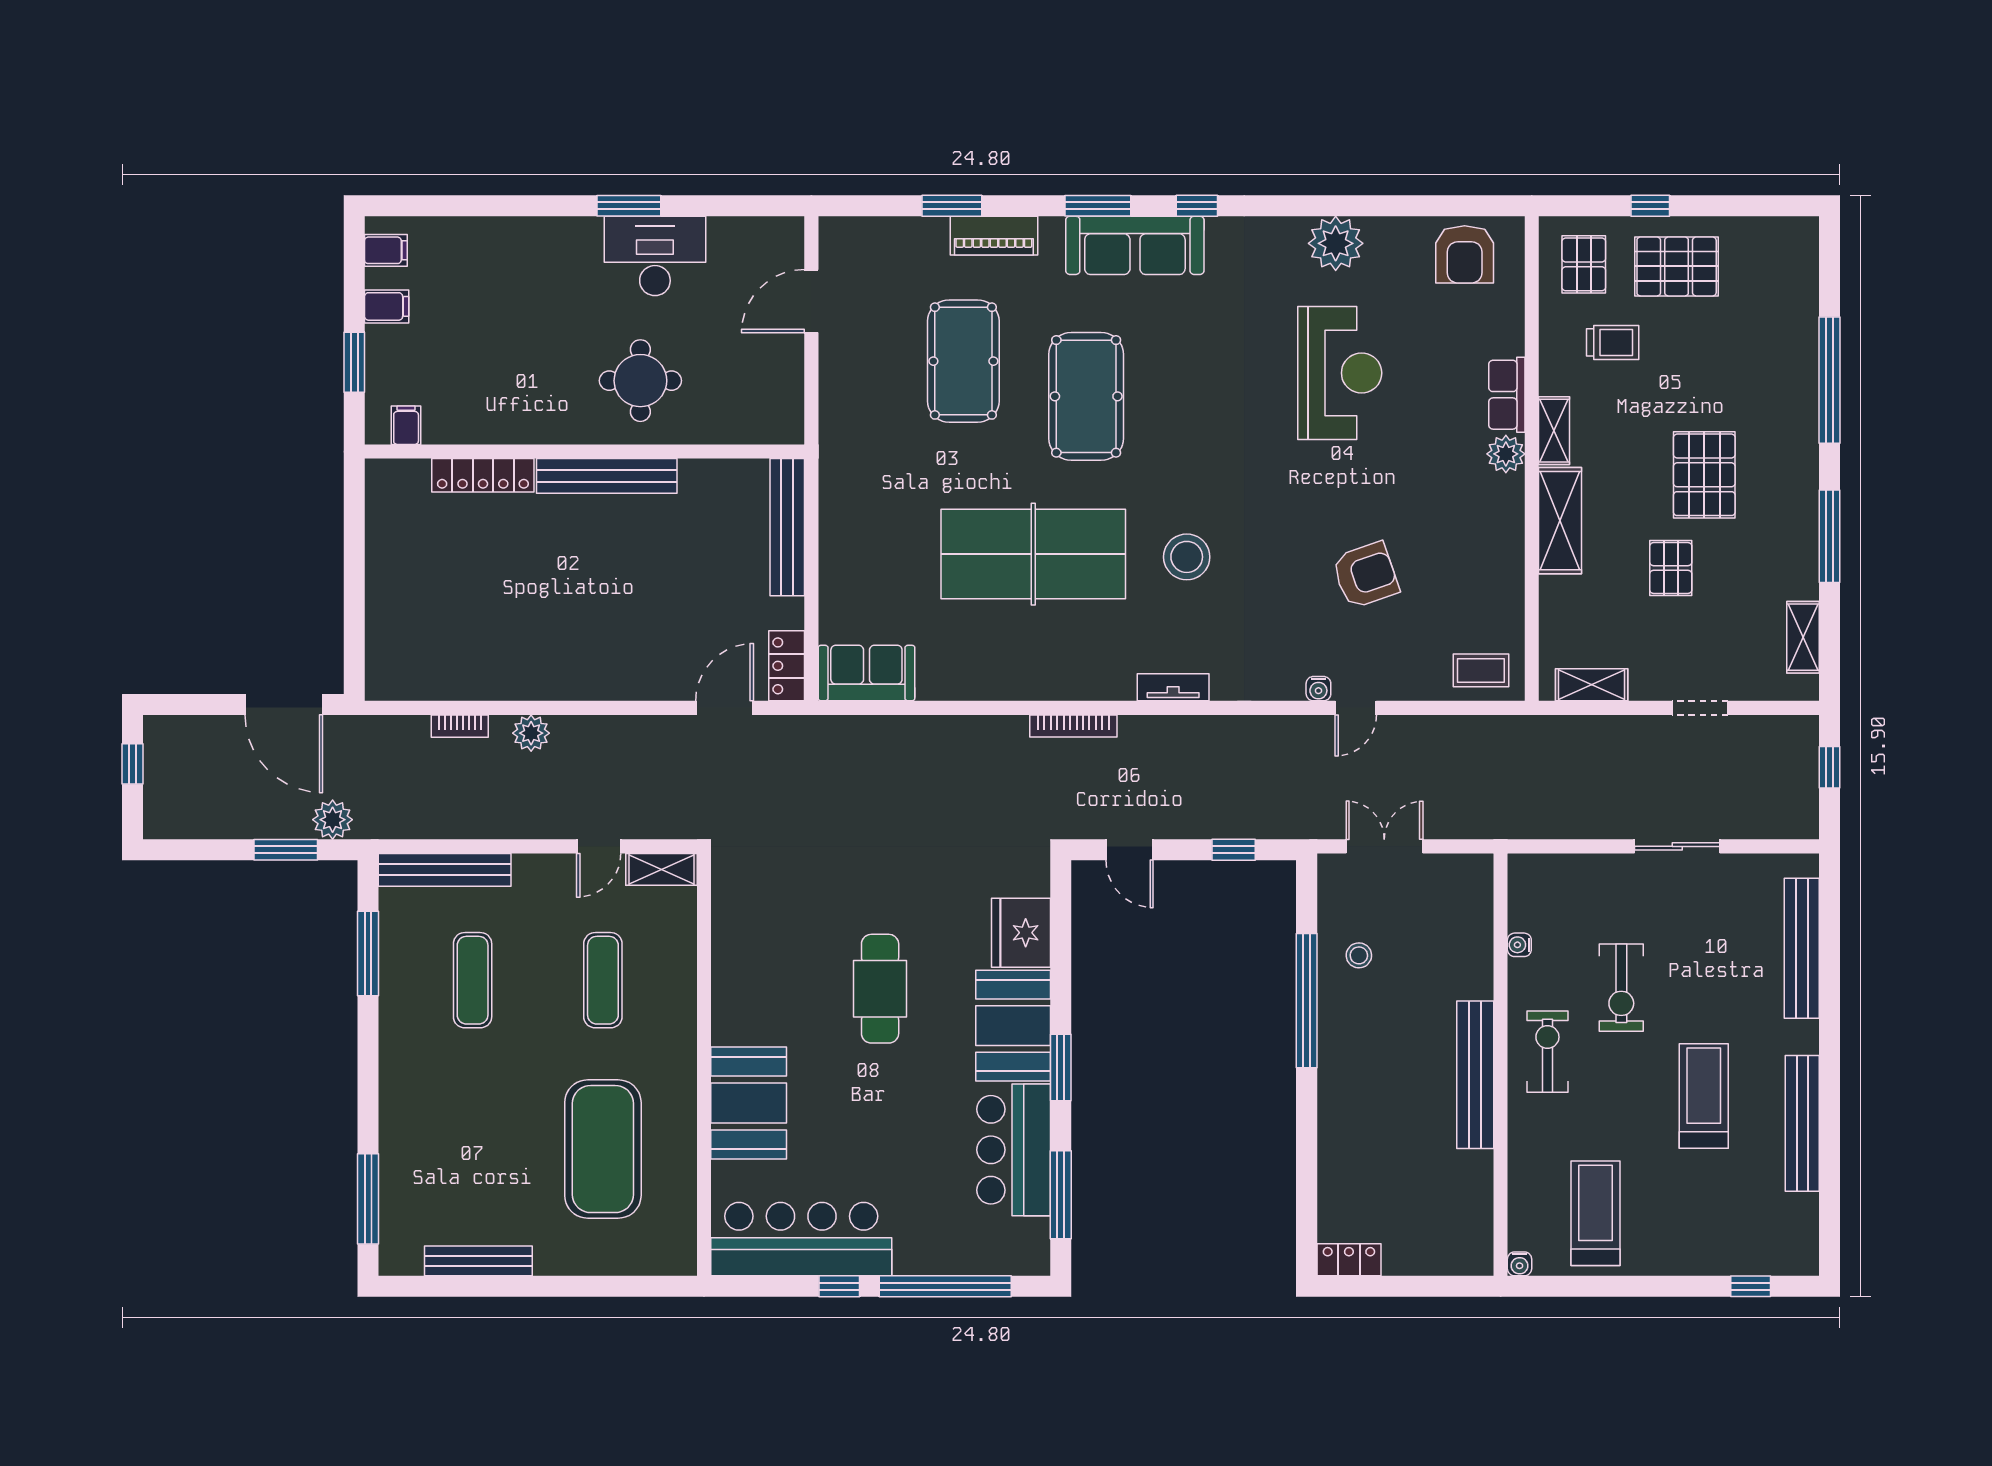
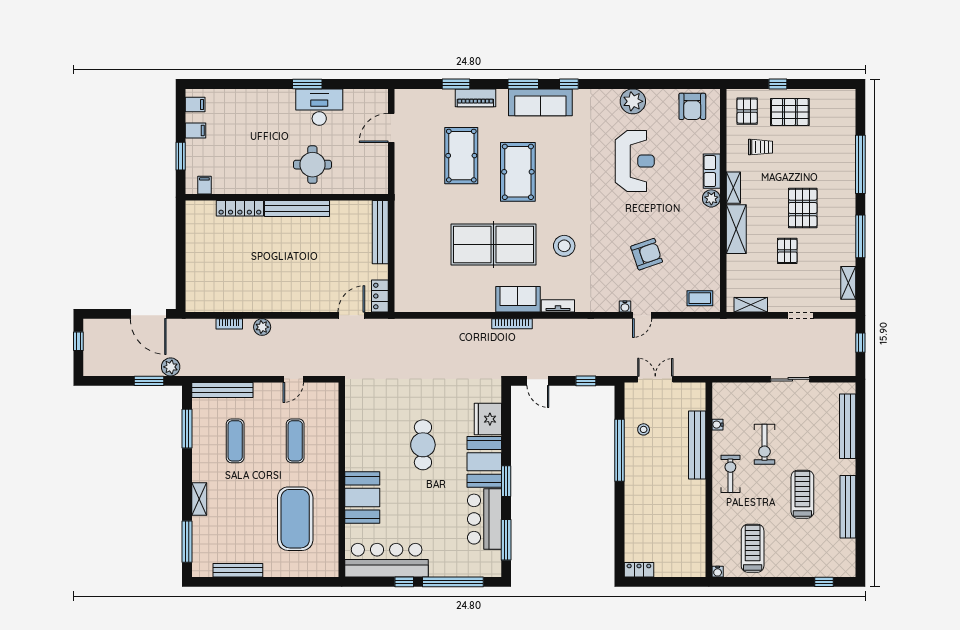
sofa: (866, 673) -> (518, 299), moved
shelving: (661, 869) -> (199, 499), moved, turned 90
bench: (1475, 1075) -> (697, 445), moved

